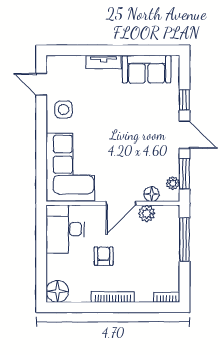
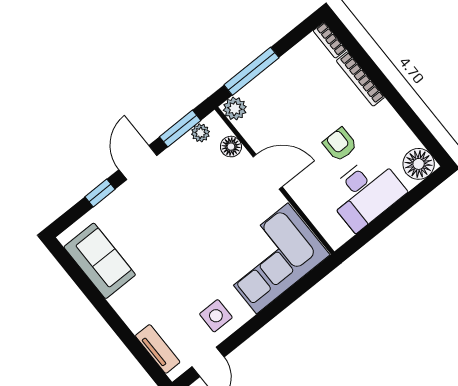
tv unit: (103, 62) -> (158, 349), moved
plant: (147, 213) -> (235, 109), moved
desk: (65, 229) -> (365, 192), moved
armchair: (104, 256) -> (340, 144), turned 90
bookcase: (113, 297) -> (360, 79), moved

